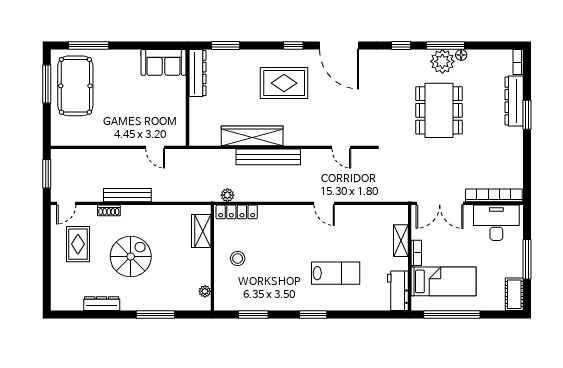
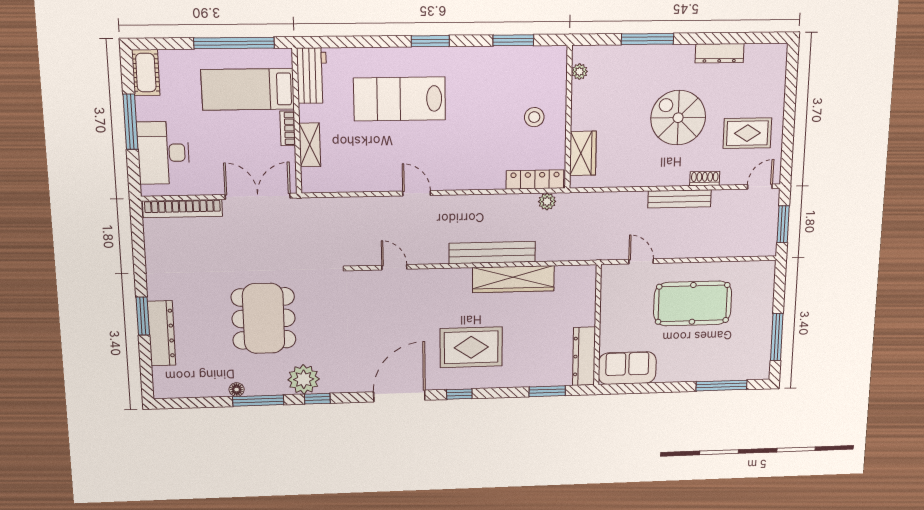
door: (339, 46) -> (399, 396), hinge flipped
plant: (442, 61) -> (304, 379), moved
bookcase: (518, 62) -> (159, 383), removed
pool table: (75, 86) -> (693, 303), moved, turned 90
desk: (496, 223) -> (163, 153), moved, turned 90
rug: (78, 244) -> (747, 133), turned 90
spiral stairs: (131, 257) -> (678, 118), turned 90
lab bench: (336, 273) -> (400, 99), width x1.36, depth x1.39

